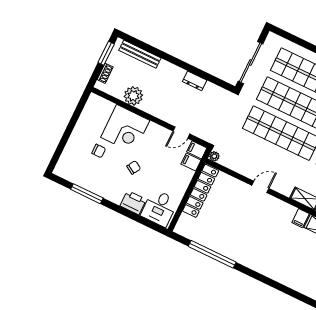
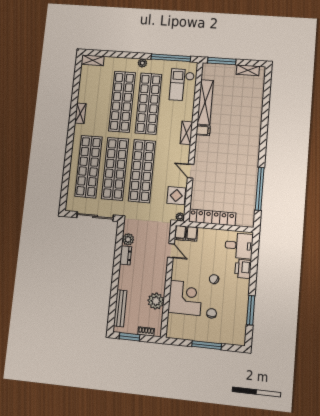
plant: (211, 90) -> (128, 239), added
window: (68, 133) -> (207, 345), added
display table: (239, 161) -> (176, 196), added

